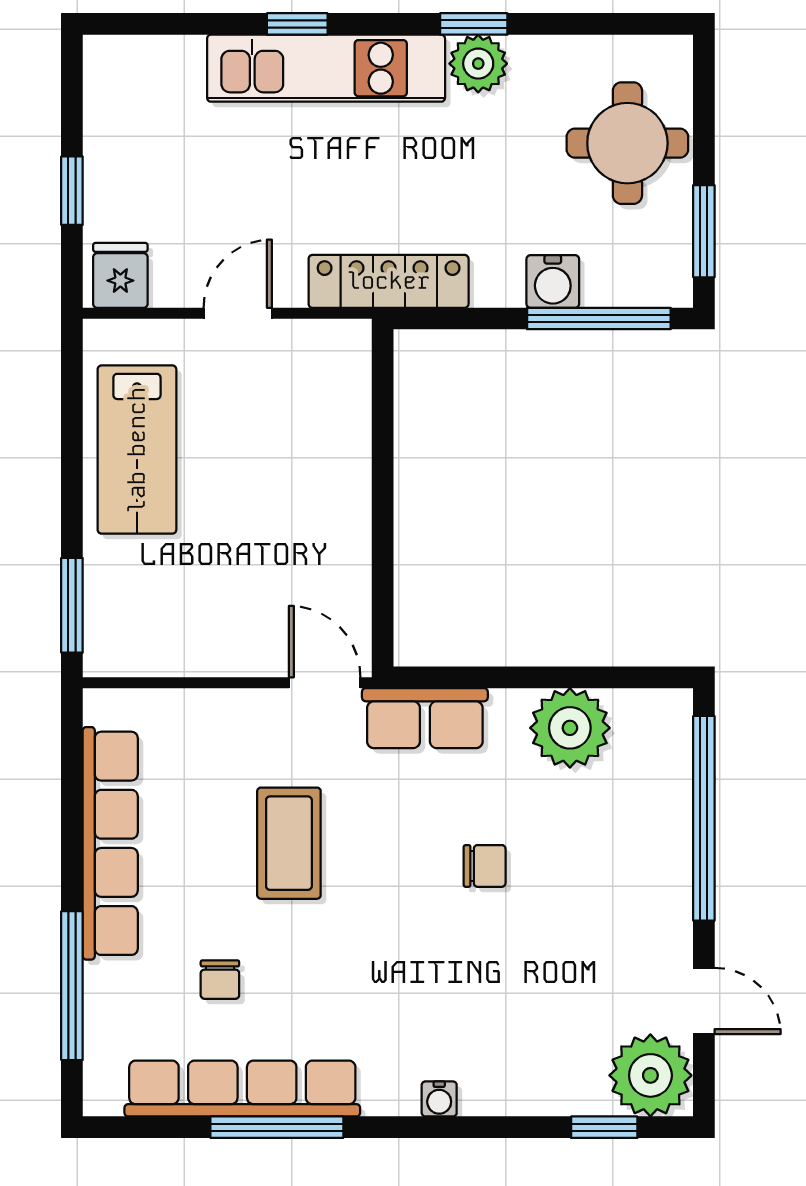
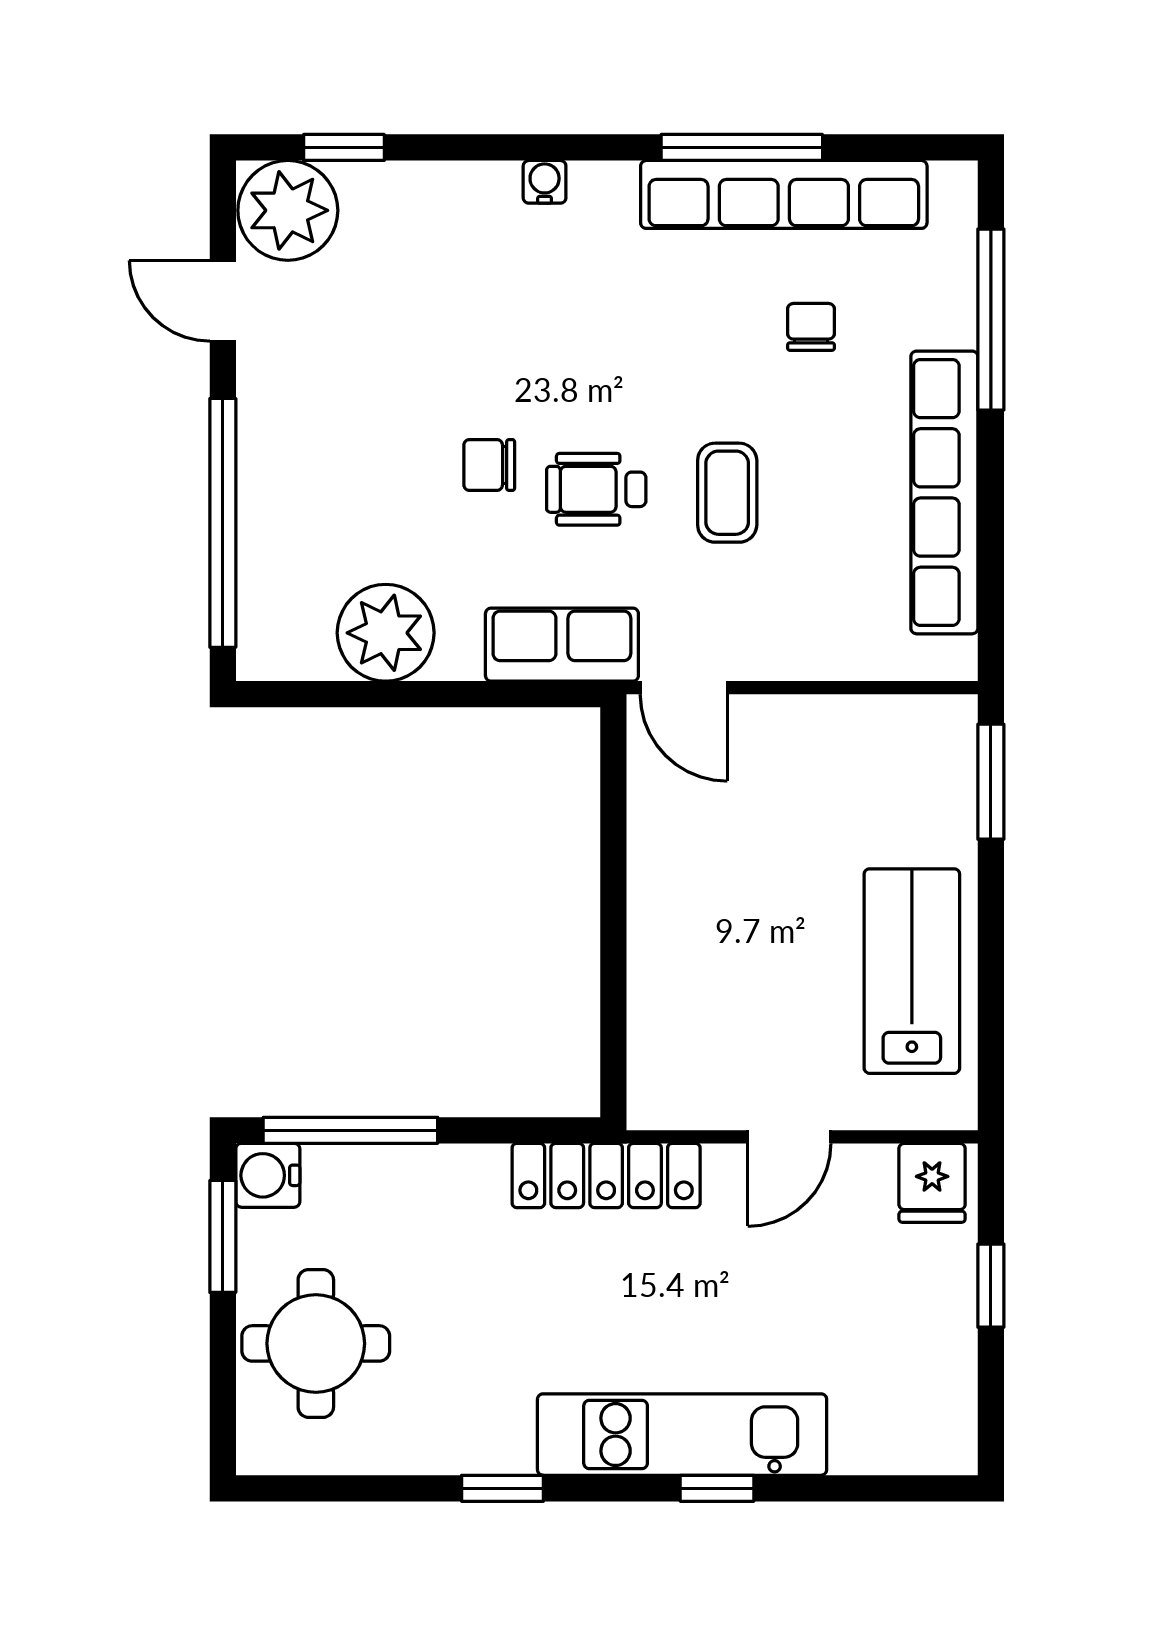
plant: (478, 64) -> (497, 1440), removed
water cooler: (553, 281) -> (268, 1175), moved, turned -90
coffee table: (289, 843) -> (727, 493), width x0.73, depth x0.77
wheelchair: (397, 846) -> (596, 489), added

